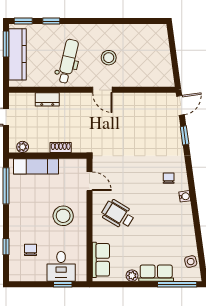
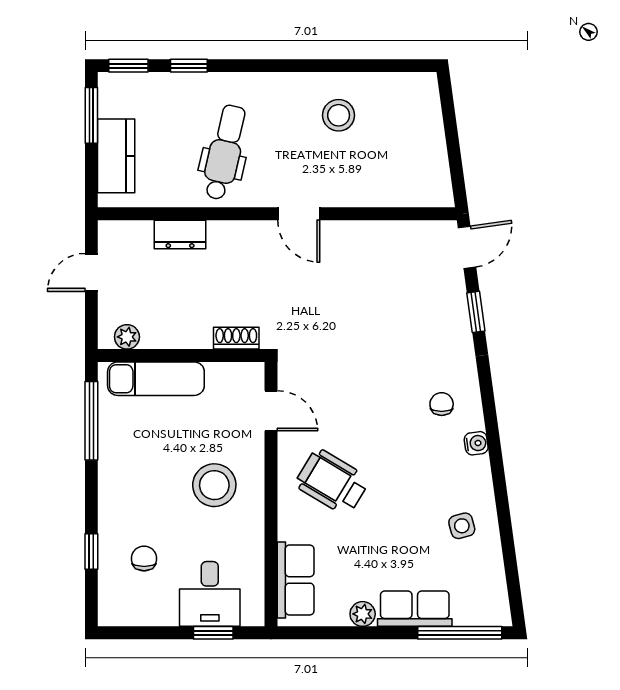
kitchen counter: (18, 54) -> (116, 156), width x0.67
stool: (109, 58) -> (339, 115), moved
shoe rack: (61, 148) -> (236, 338), moved
side table: (191, 262) -> (462, 526), moved

